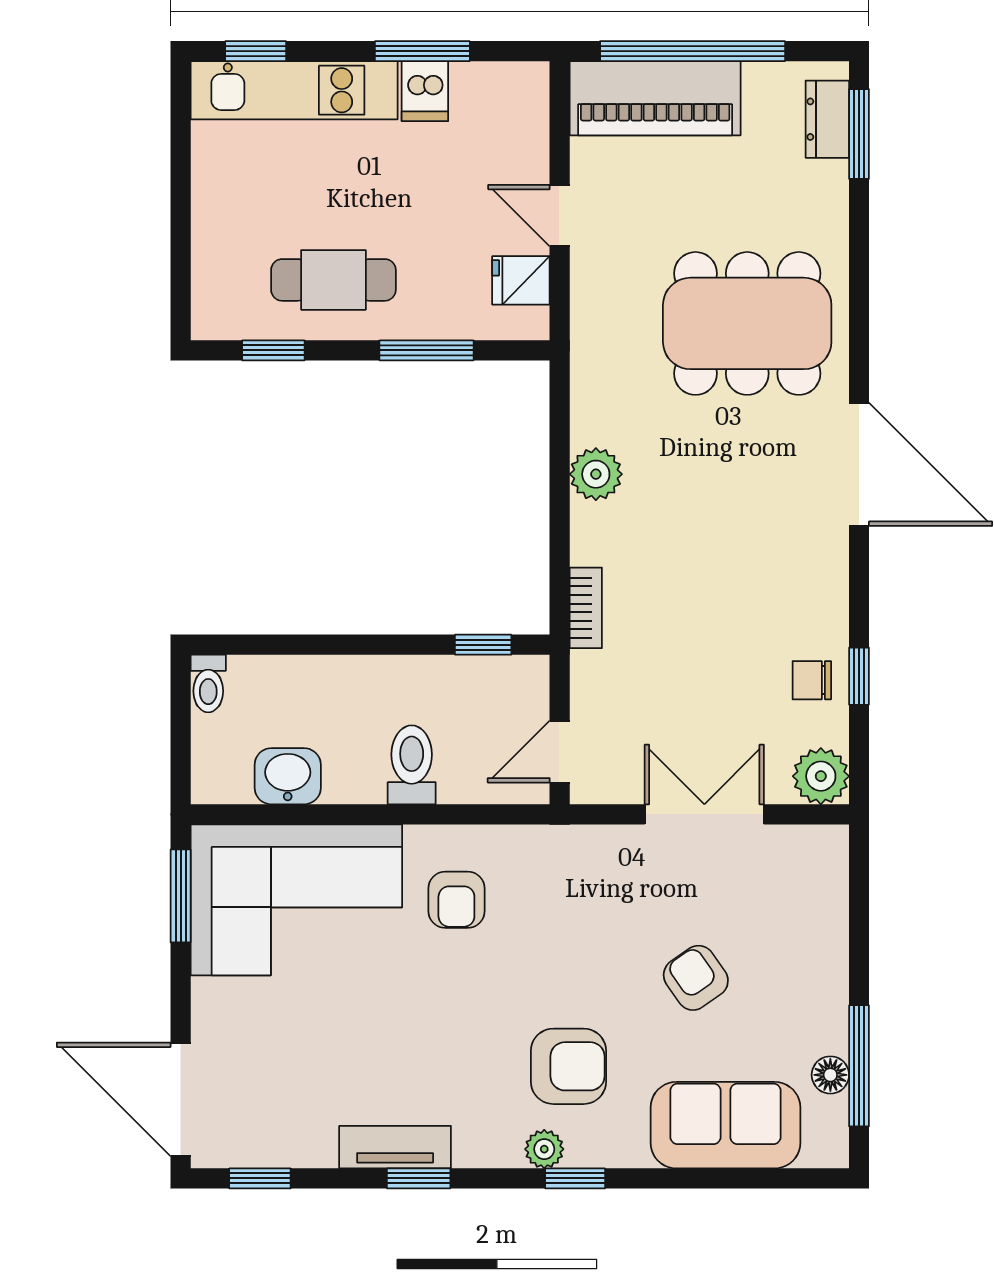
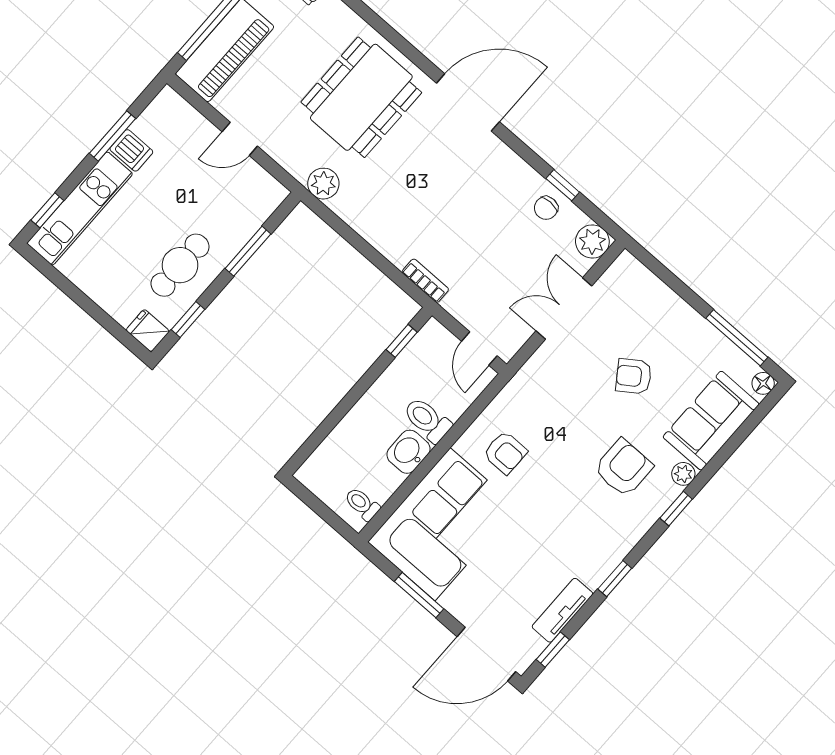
fridge: (521, 280) -> (148, 331), moved, turned 90
plant: (596, 474) -> (323, 184), moved
toilet: (208, 683) -> (362, 504), moved, turned 180
washbasin: (288, 776) -> (408, 452), moved
window: (181, 896) -> (419, 595), moved
floor lamp: (830, 1075) -> (763, 383), moved
tv unit: (395, 1147) -> (562, 610), moved
plant: (544, 1149) -> (683, 474), moved

